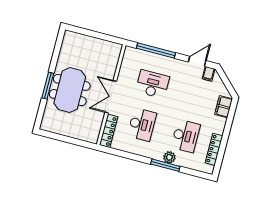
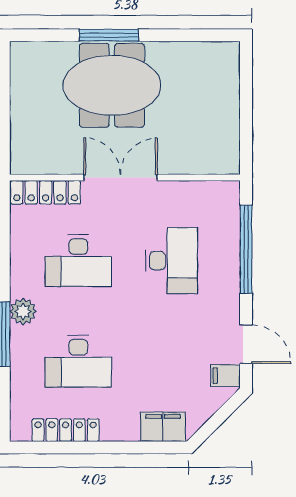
plant: (169, 157) -> (23, 311), moved

